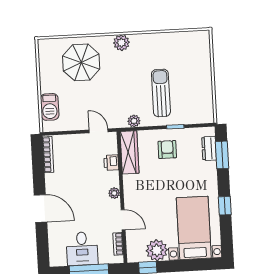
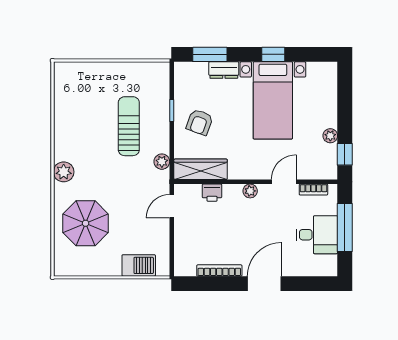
sun lounger: (161, 93) -> (129, 126), turned 90
dresser: (209, 148) -> (224, 70), moved
armchair: (167, 150) -> (200, 122), turned -70
bookcase: (48, 155) -> (219, 270), moved
bed with nightstands: (194, 228) -> (273, 100), moved, turned -90
plant: (157, 250) -> (330, 136), width x0.53, depth x0.53

